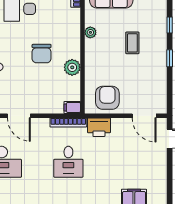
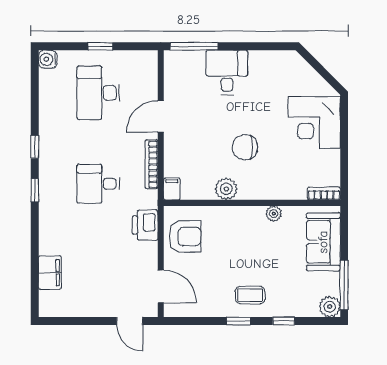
coffee table: (132, 43) -> (250, 295), moved
door: (144, 116) -> (161, 286), swing flipped
bookcase: (68, 122) -> (151, 164), moved

